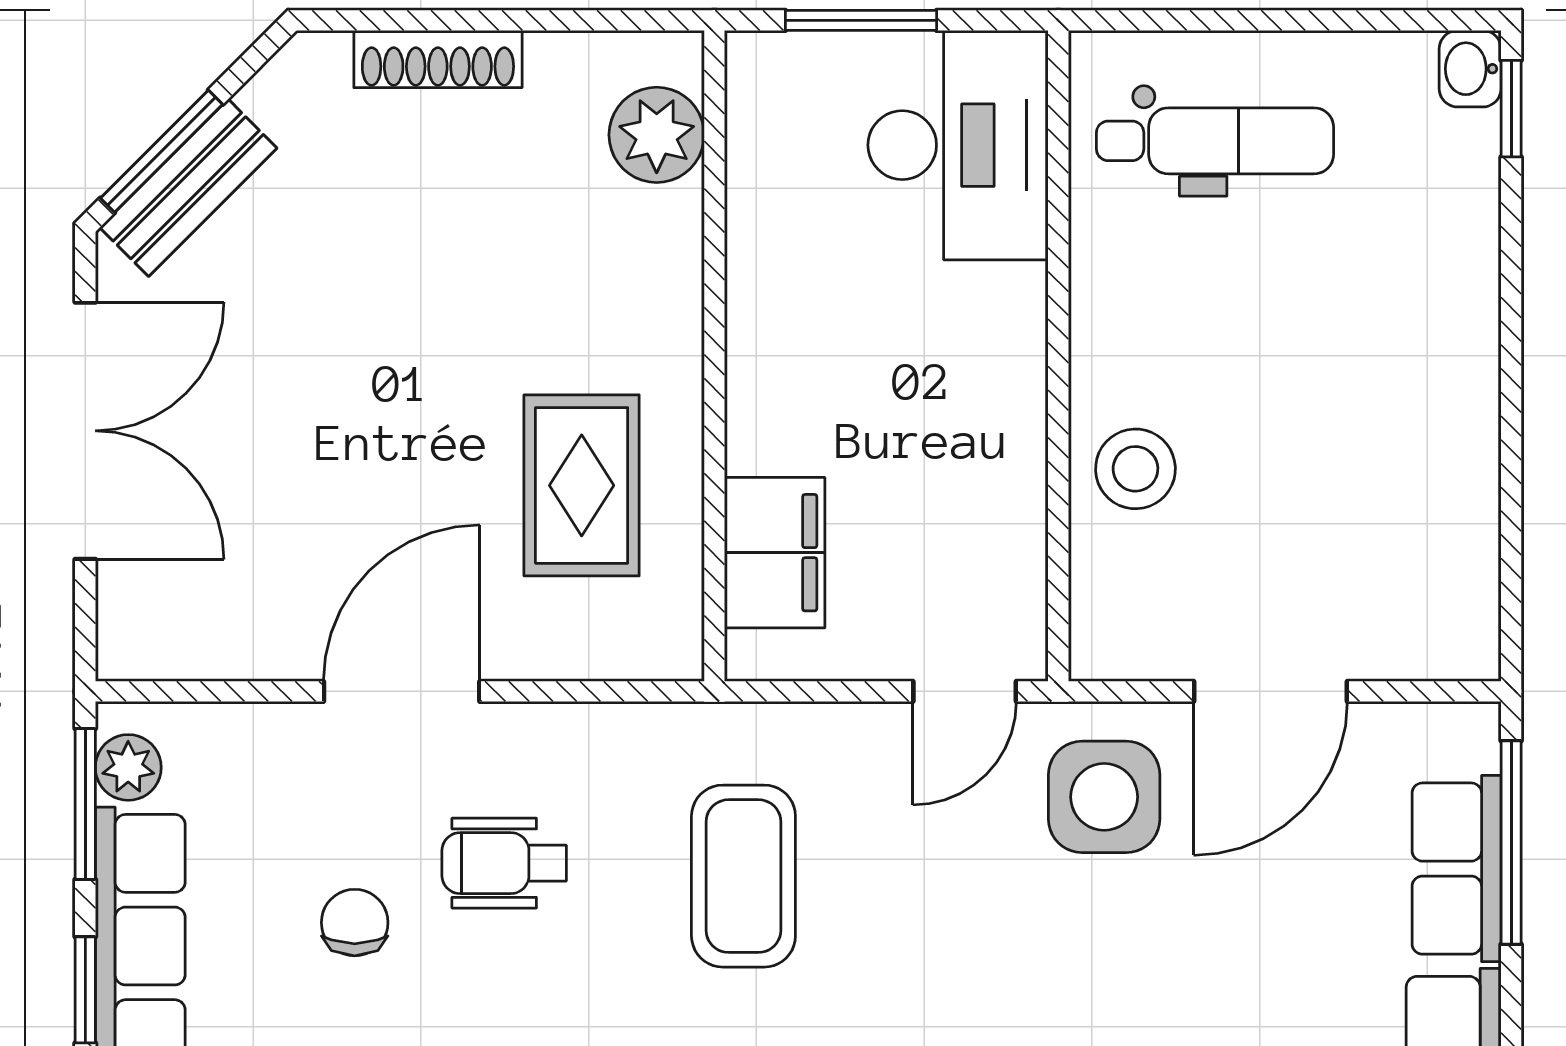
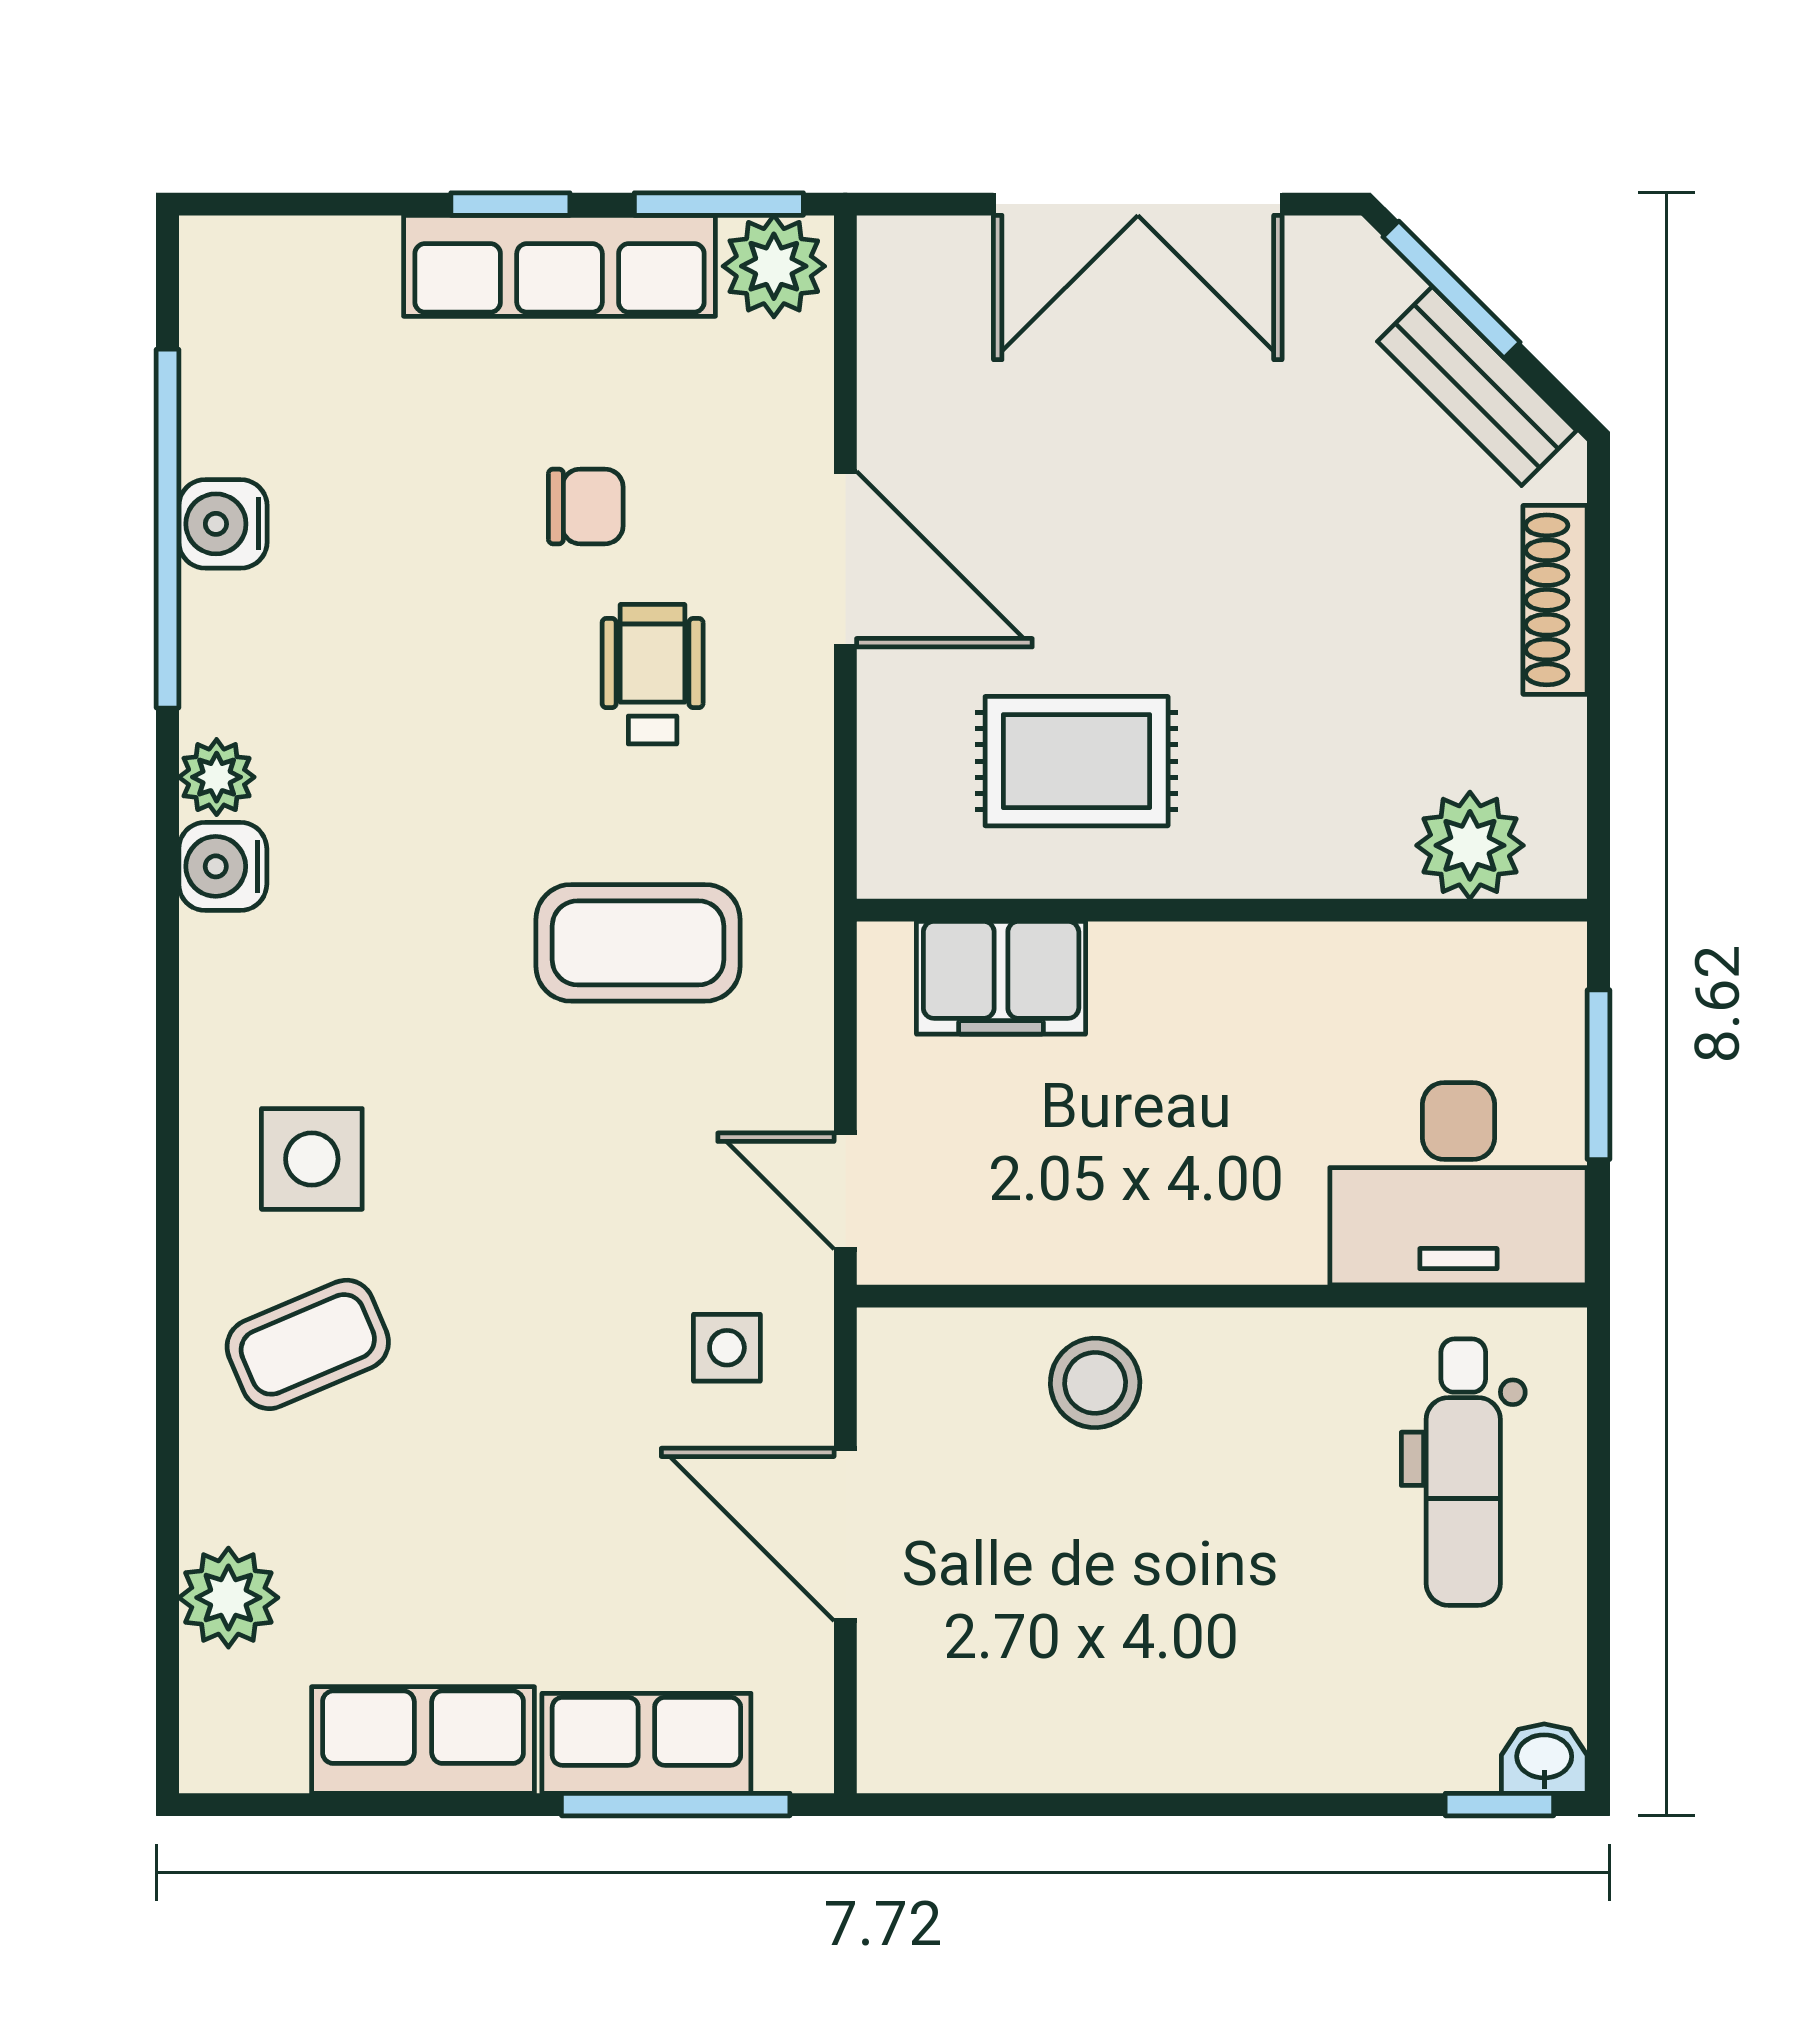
bench: (188, 188) -> (1477, 386), moved
plant: (128, 767) -> (774, 266), width x1.38, depth x1.38
side table: (1104, 797) -> (727, 1348), width x0.54, depth x0.54

